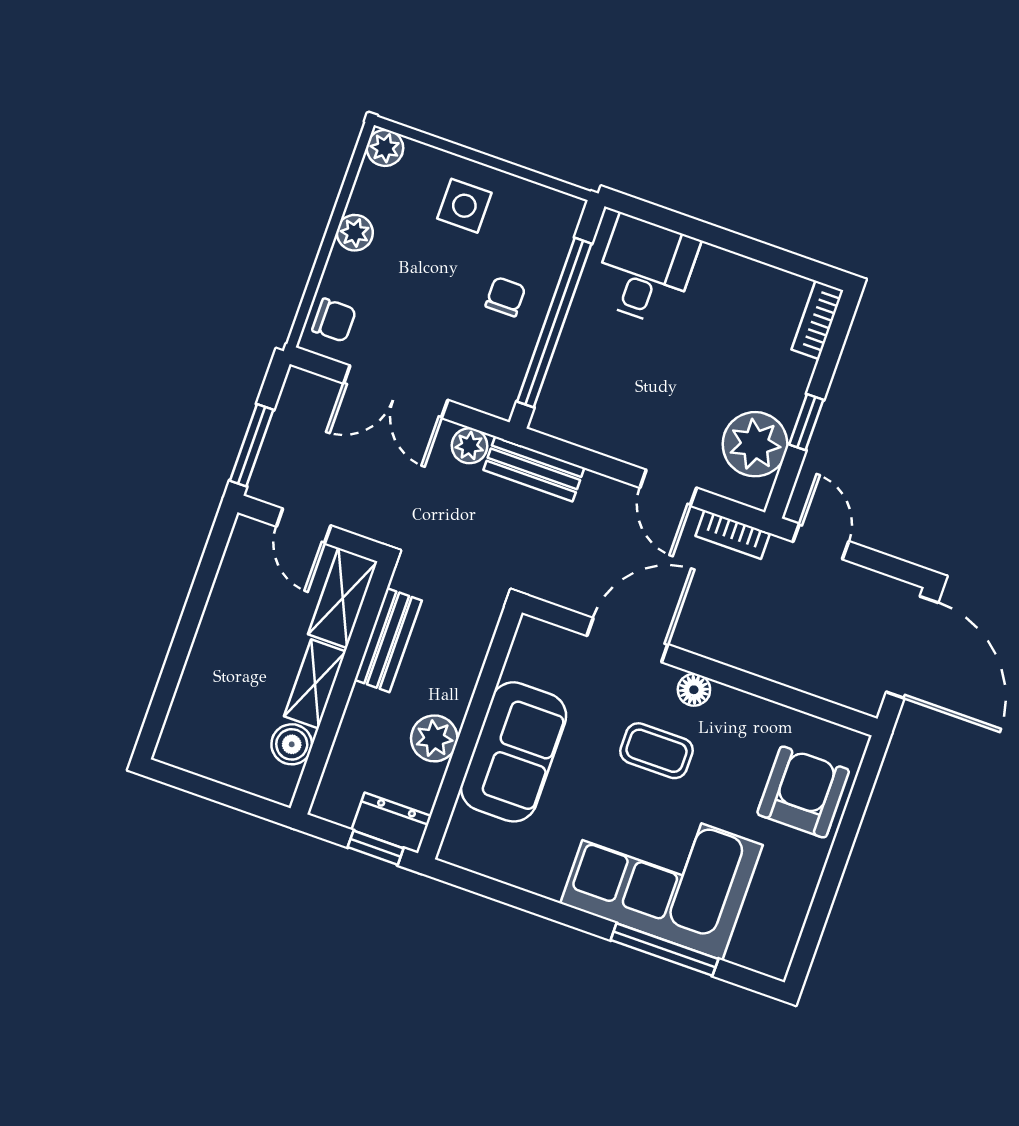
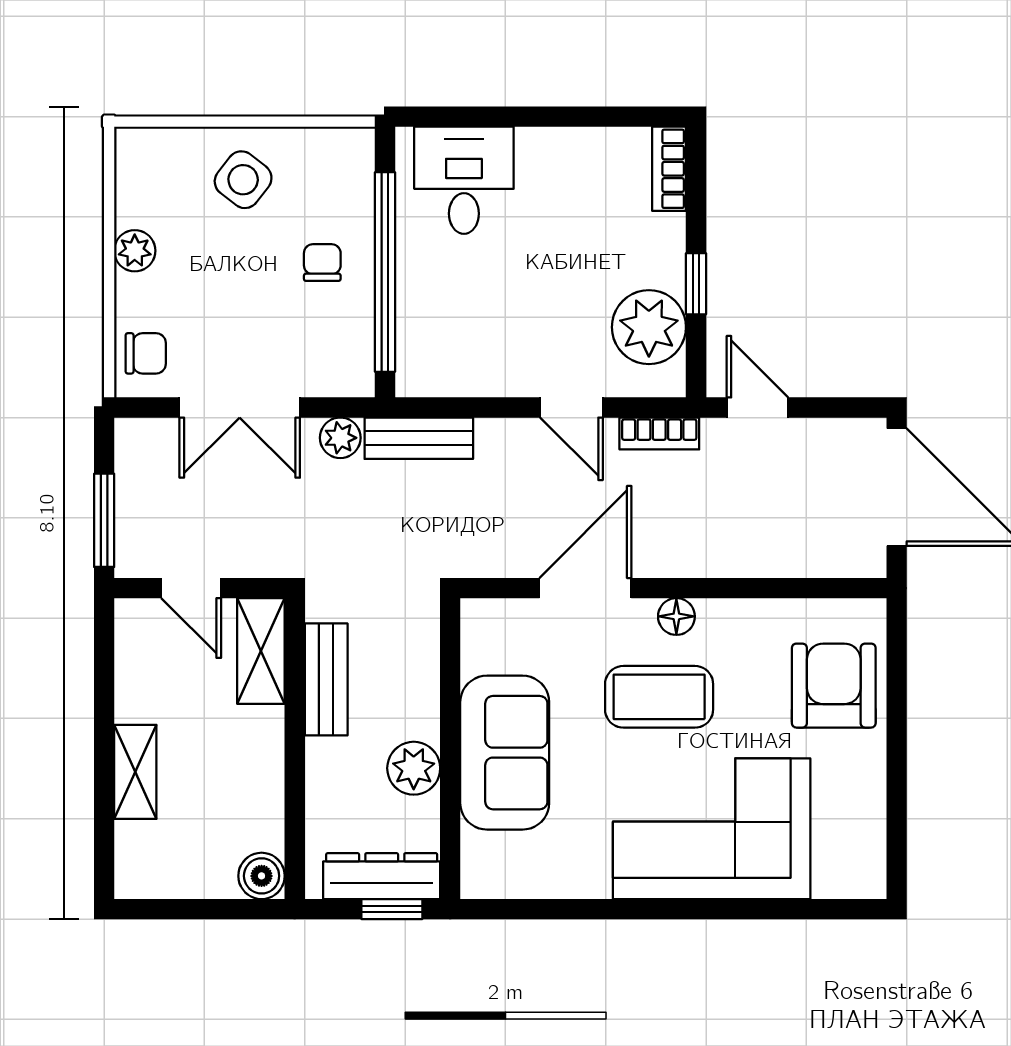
plant: (385, 148) -> (135, 147), removed
side table: (464, 206) -> (243, 180), turned 38
shelving: (315, 684) -> (135, 772), moved
boiler: (292, 744) -> (262, 876), moved
coffee table: (656, 751) -> (659, 697), width x1.36, depth x1.30
dresser: (391, 823) -> (382, 876), width x1.44
window: (664, 949) -> (744, 909), removed

